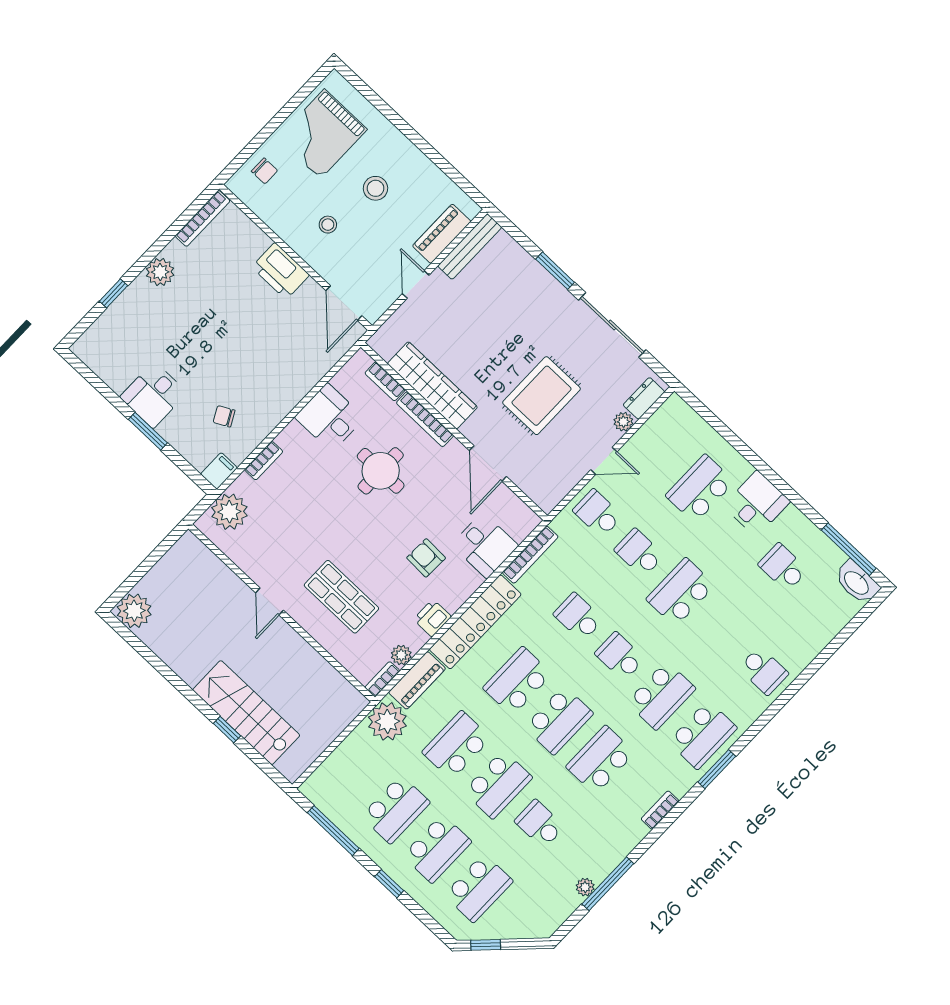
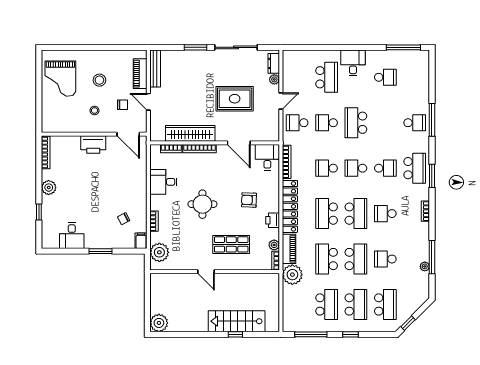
chair: (264, 171) -> (123, 105), moved
desk: (154, 395) -> (72, 236), moved
rug: (541, 396) -> (235, 99), turned 90
round table: (381, 471) -> (202, 204), moved
school desk: (700, 489) -> (327, 77), turned 180
desk: (485, 545) -> (267, 157), moved, turned -90
school desk: (783, 567) -> (385, 77), turned 180
washbasin: (857, 582) -> (418, 57), removed
window: (792, 690) -> (432, 120), added
school desk: (661, 696) -> (385, 168), width x0.54
school desk: (600, 760) -> (385, 214), width x0.54

